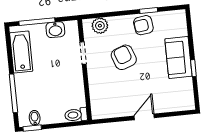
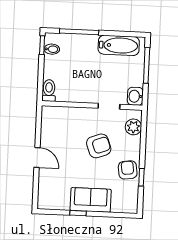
washbasin: (55, 30) -> (135, 96), moved

